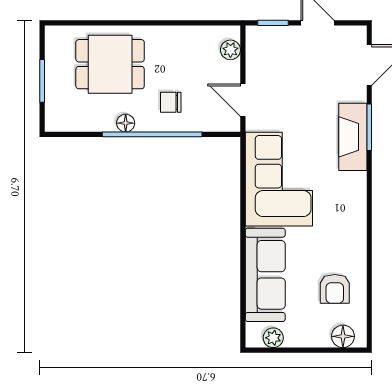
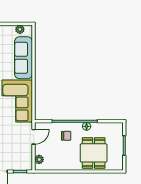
dining table: (110, 64) -> (94, 153), turned 90
door: (243, 100) -> (34, 137), hinge flipped

